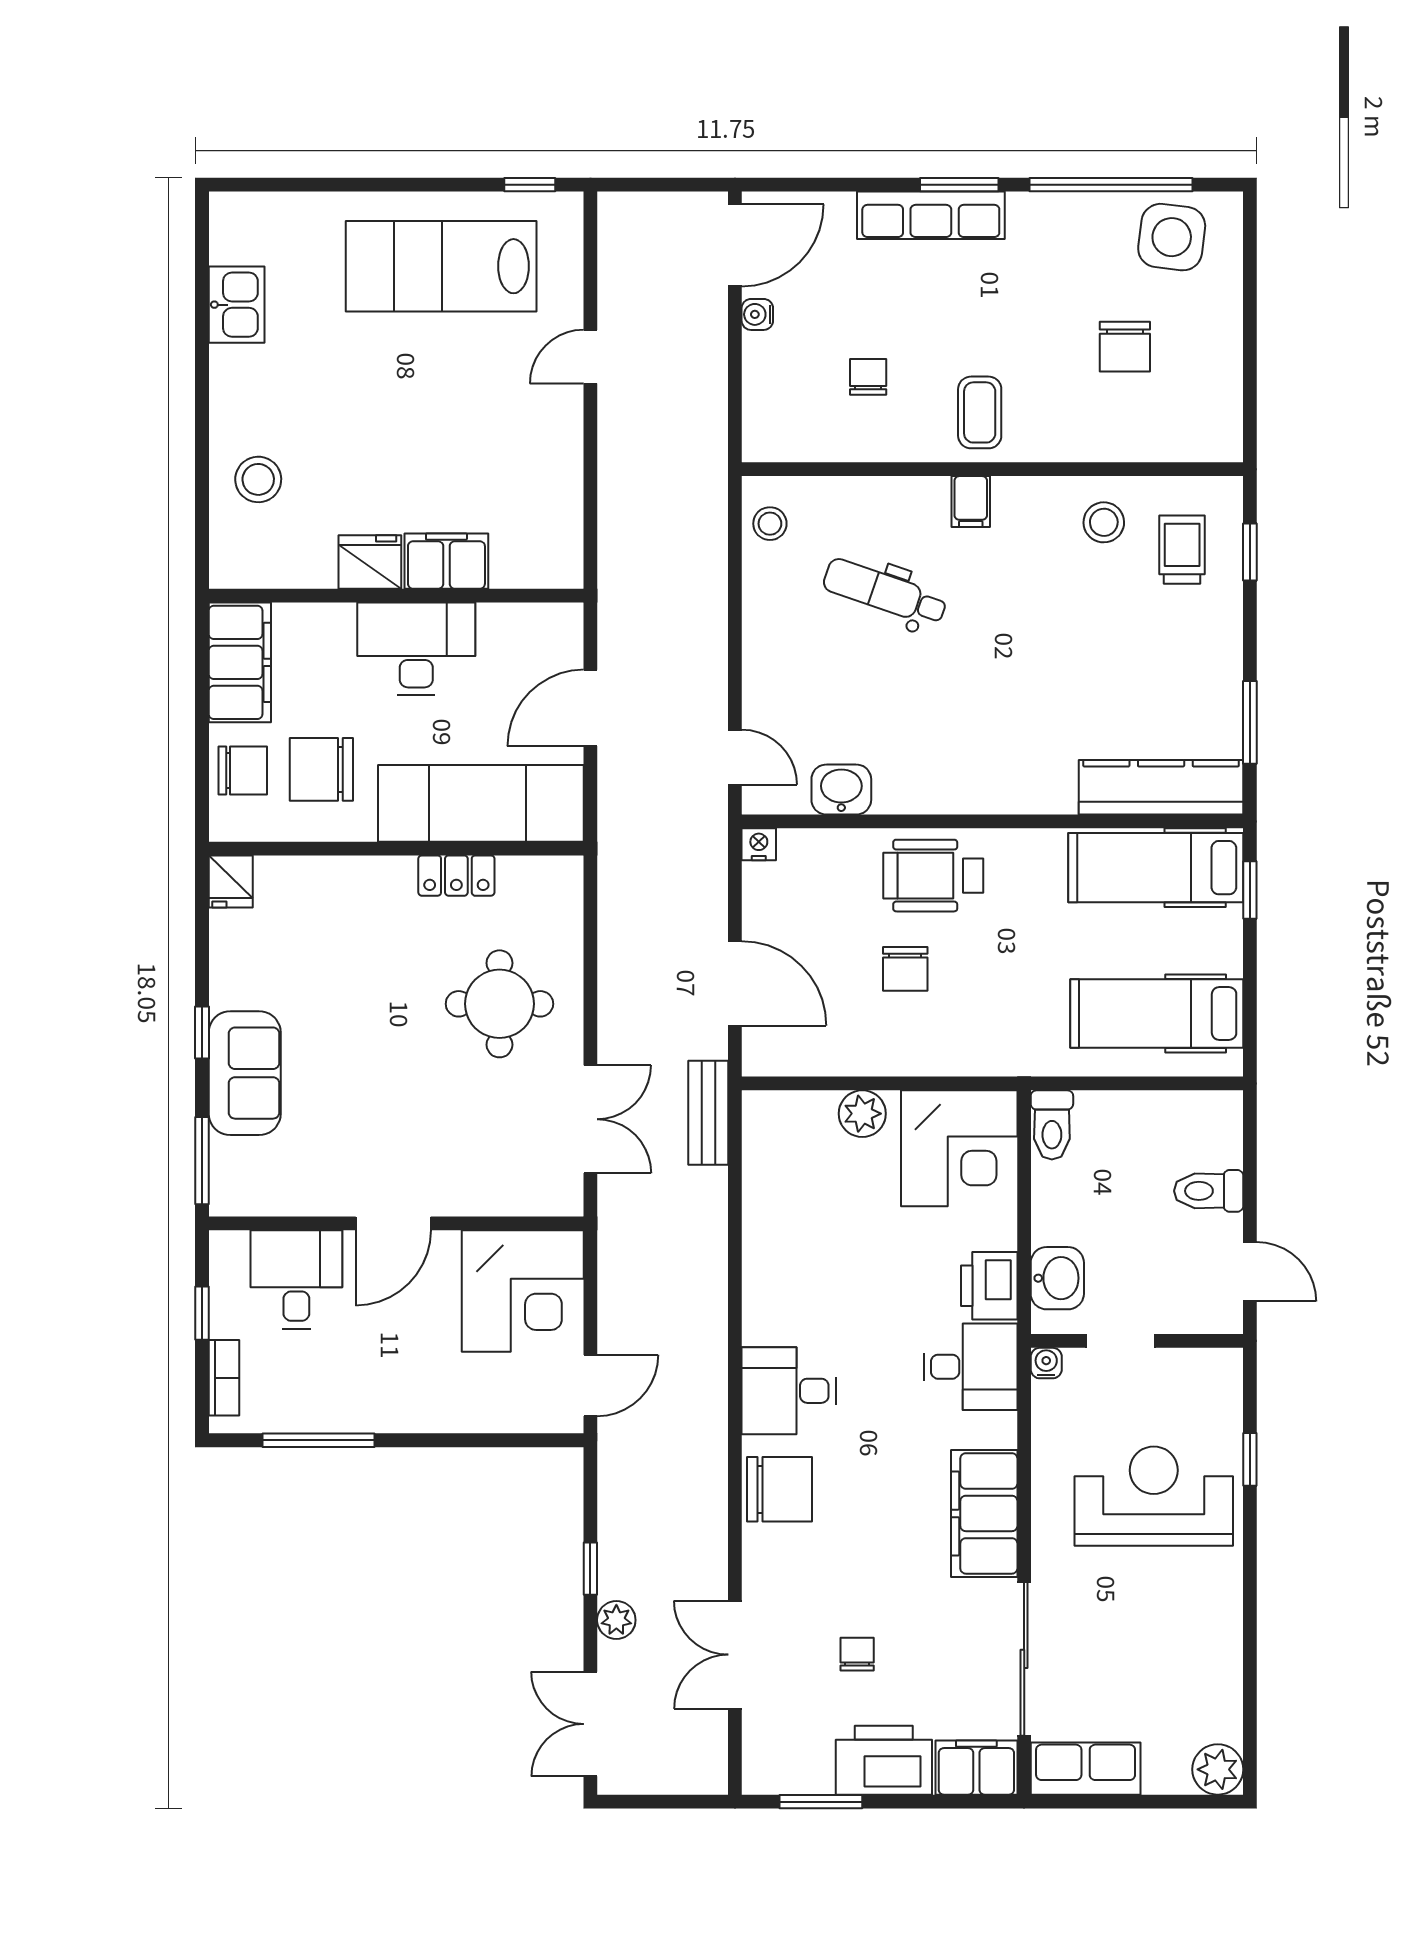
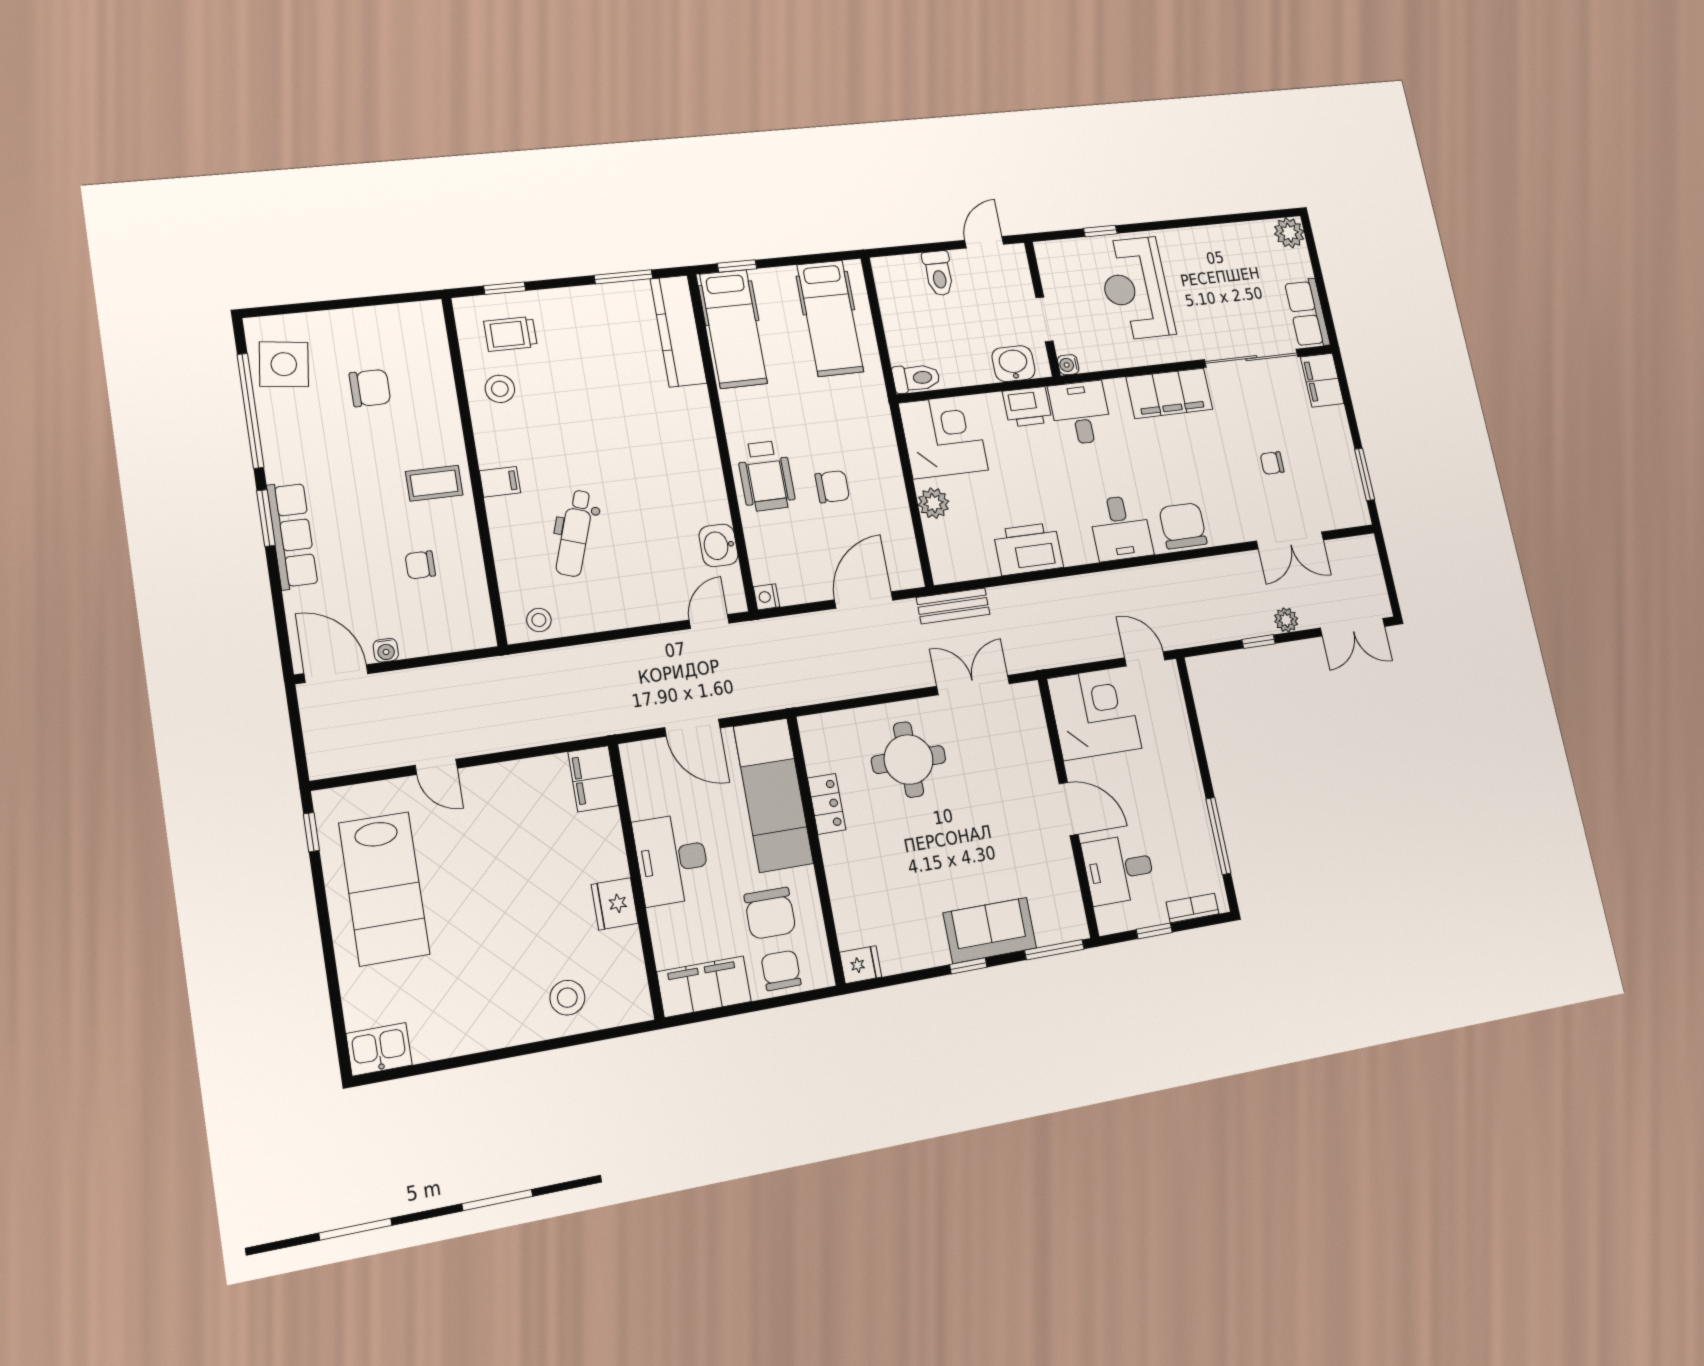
kitchen sink: (237, 305) -> (379, 1049), moved
filing cabinet: (446, 561) -> (593, 779), moved
printer: (884, 1760) -> (1028, 549), moved, turned 90

